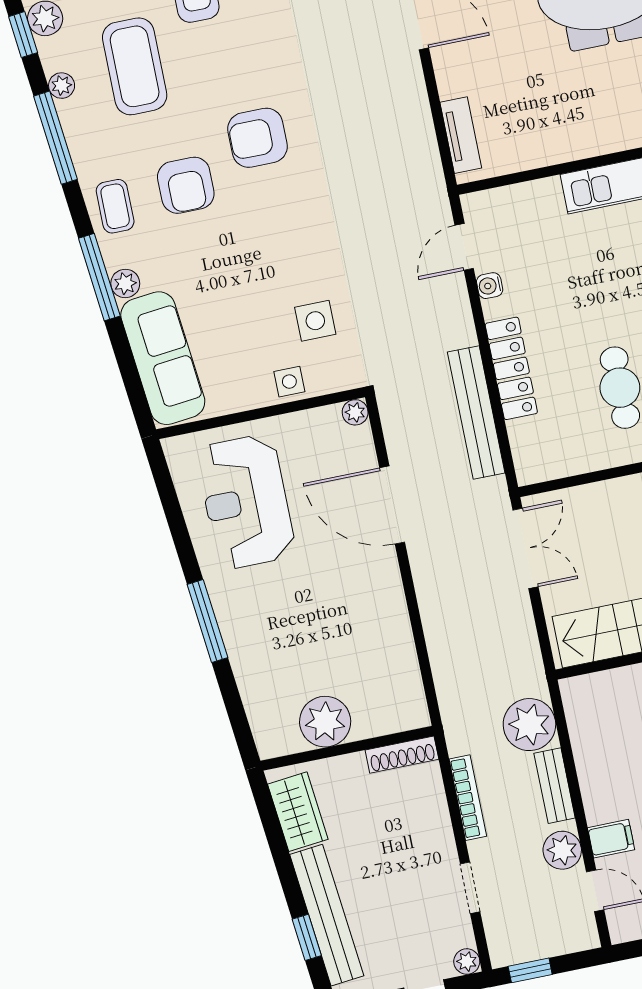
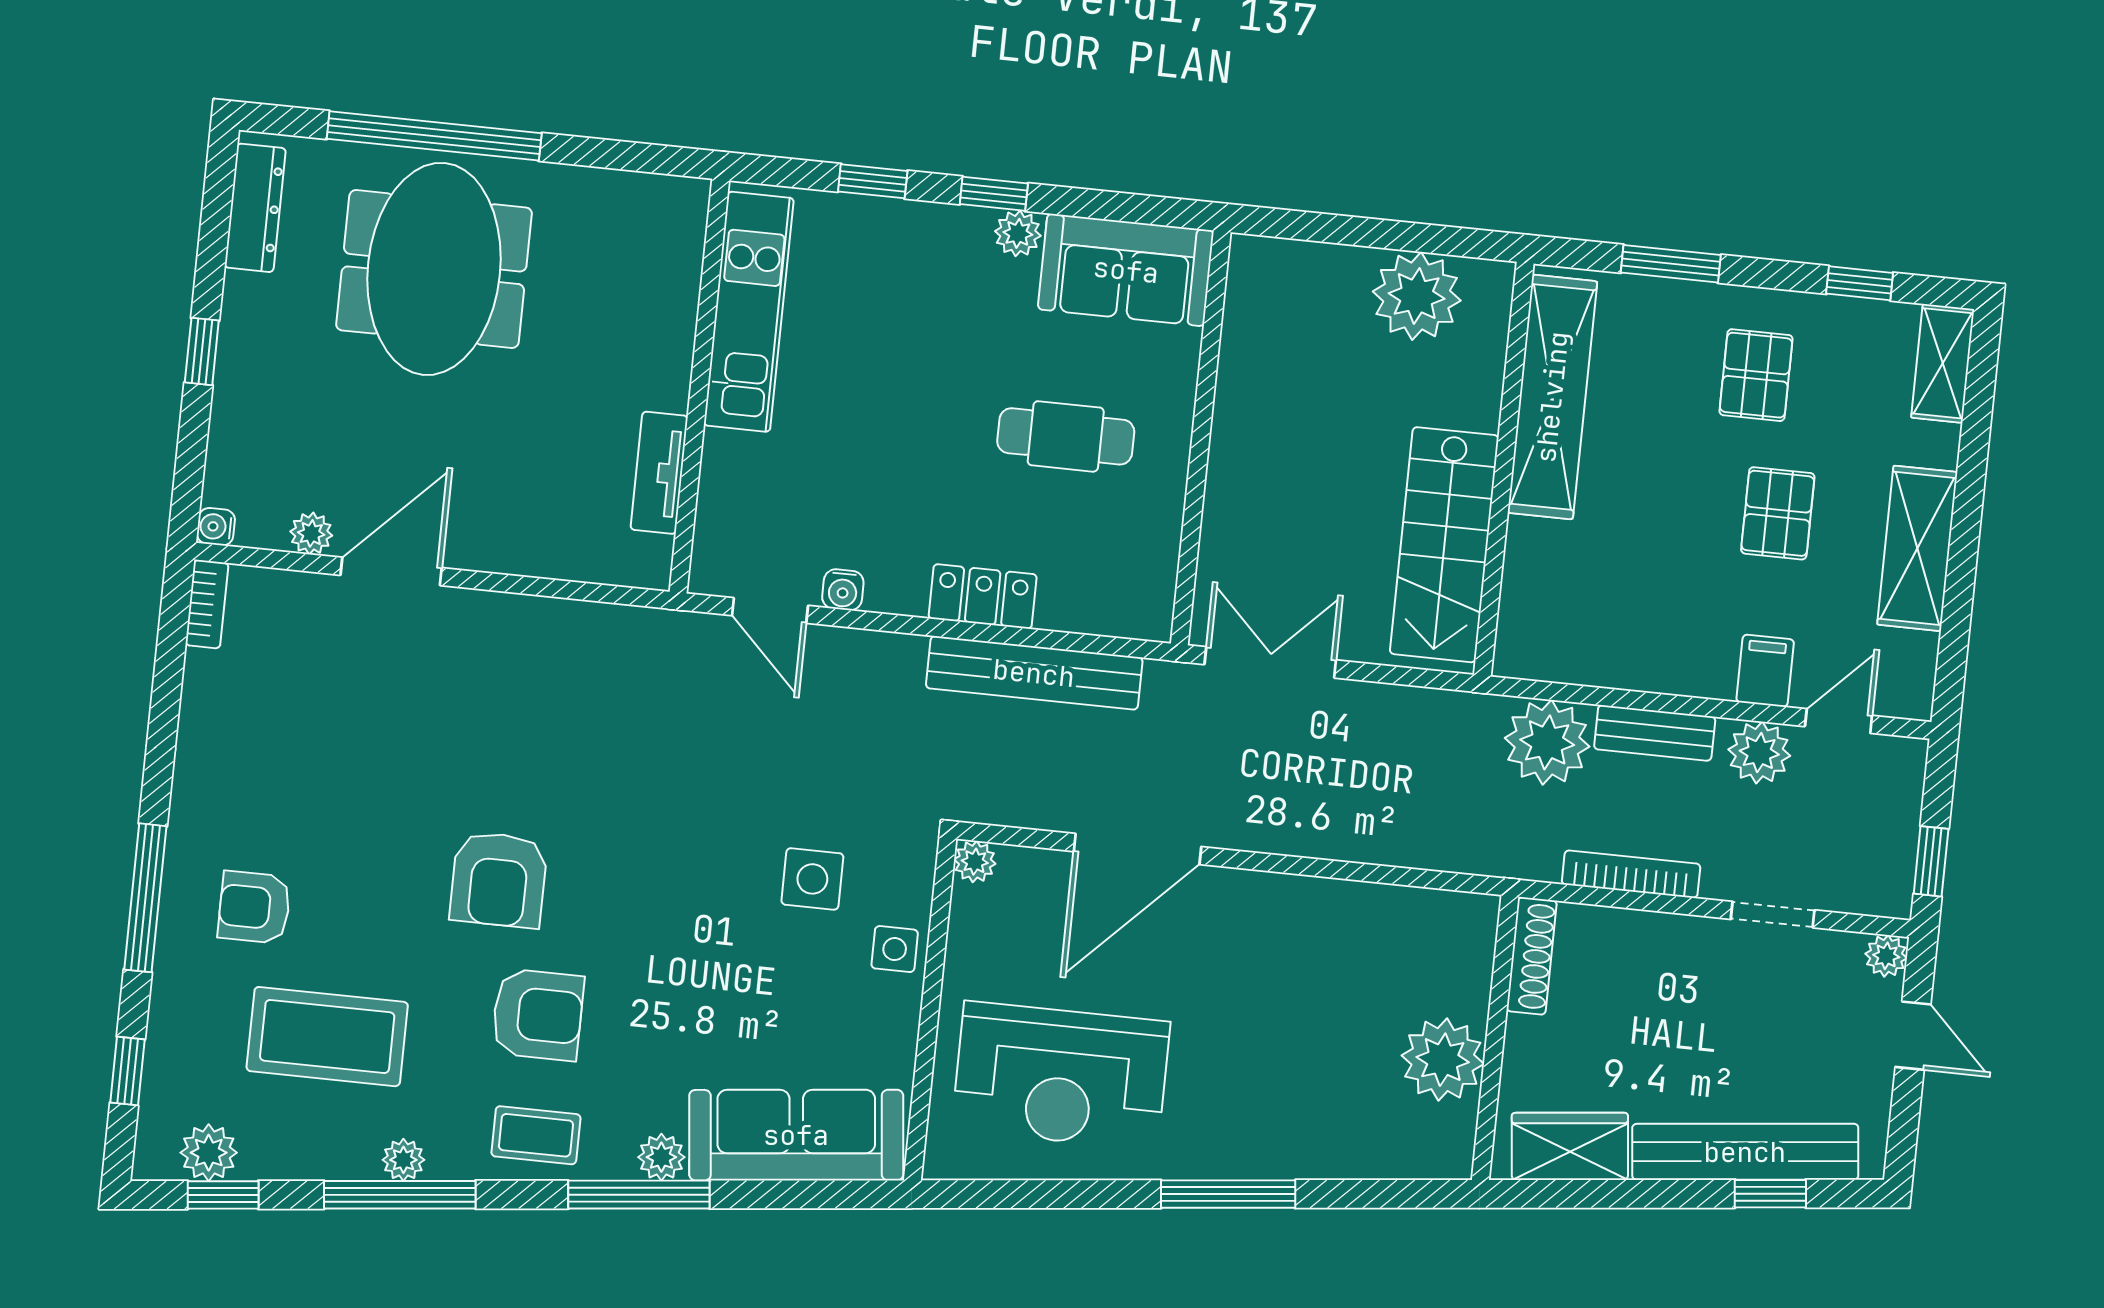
plant: (62, 86) -> (403, 1160), moved
tv unit: (461, 135) -> (659, 473), moved, turned -90
locker: (511, 368) -> (983, 596), width x0.66

